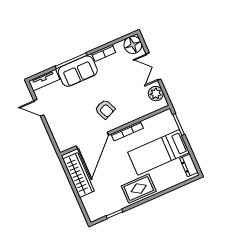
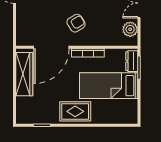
armchair: (105, 109) -> (76, 23), turned -99
dresser: (189, 165) -> (132, 61), moved

